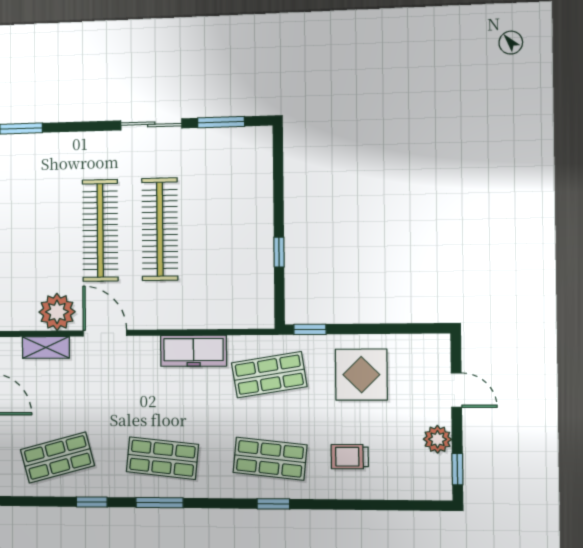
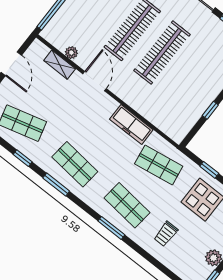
plant: (57, 312) -> (71, 53), width x0.53, depth x0.53
window: (310, 329) -> (209, 170), moved
trolley: (350, 457) -> (166, 234), turned -90
window: (273, 504) -> (111, 228), width x1.50

